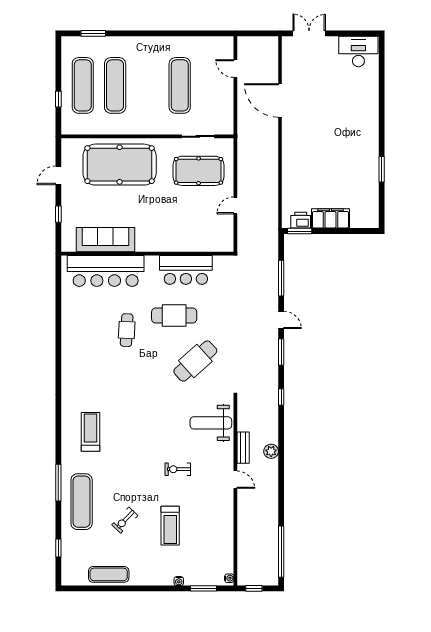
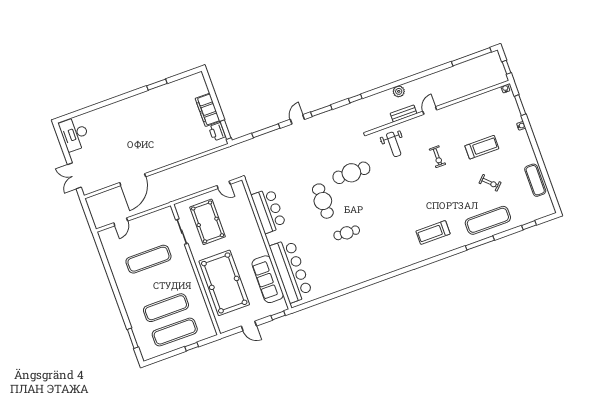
sofa: (105, 240) -> (268, 279), moved
wall: (147, 254) -> (267, 244), moved
bar counter: (186, 270) -> (269, 211), moved
bar counter: (106, 271) -> (291, 271), moved
cafe table: (195, 361) -> (351, 173), turned -48
weight bench: (211, 423) -> (394, 144), width x0.73, depth x0.75

